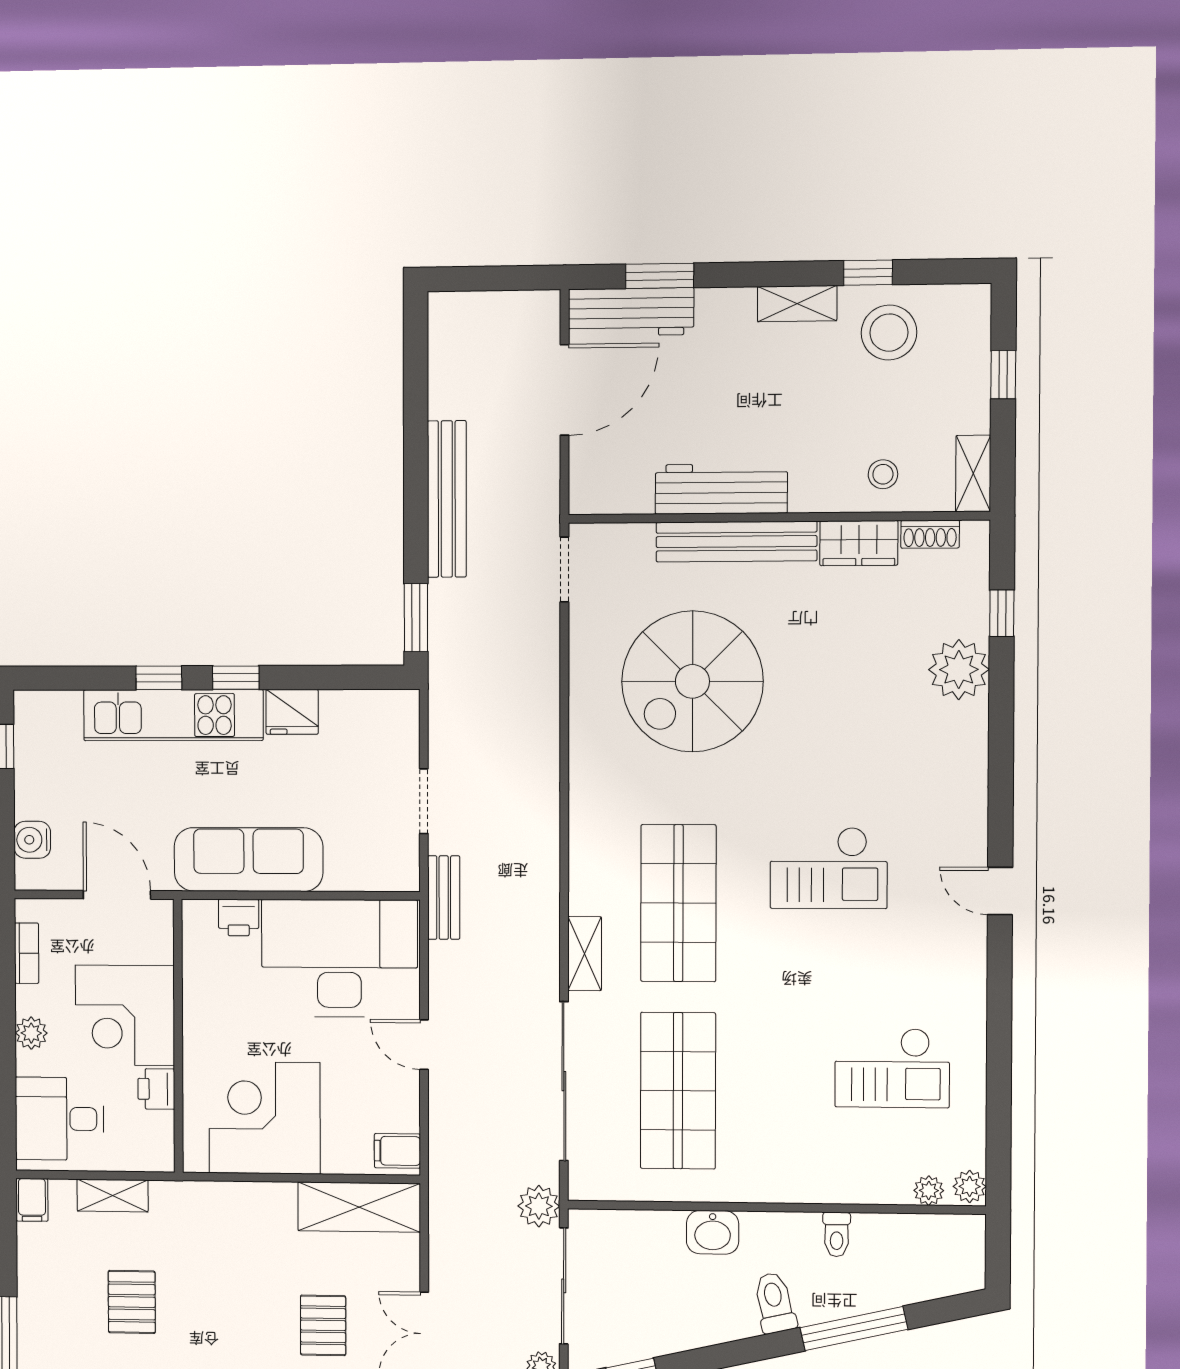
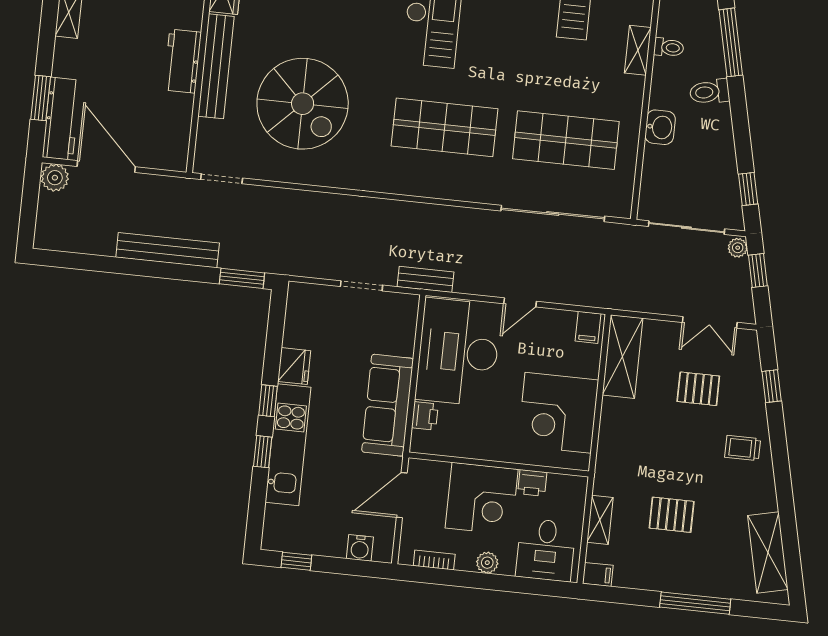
workbench: (721, 489) -> (182, 61), width x0.73
shelving: (585, 954) -> (638, 50), moved, turned 90
plant: (539, 1206) -> (55, 178), moved

